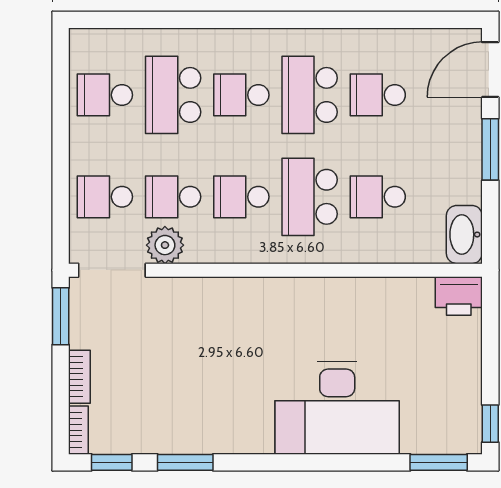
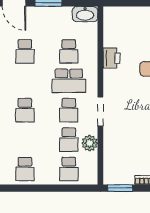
school desk: (173, 95) -> (25, 140), removed
school desk: (310, 95) -> (25, 81), removed
doorway: (112, 270) -> (100, 111), moved
printer: (459, 296) -> (112, 58), moved

